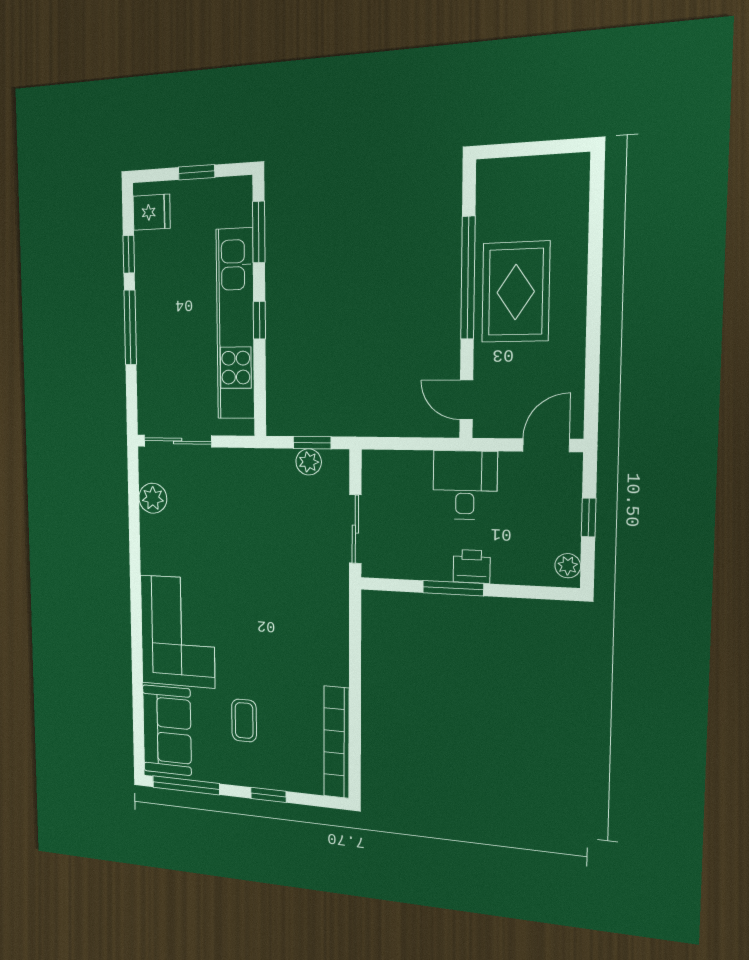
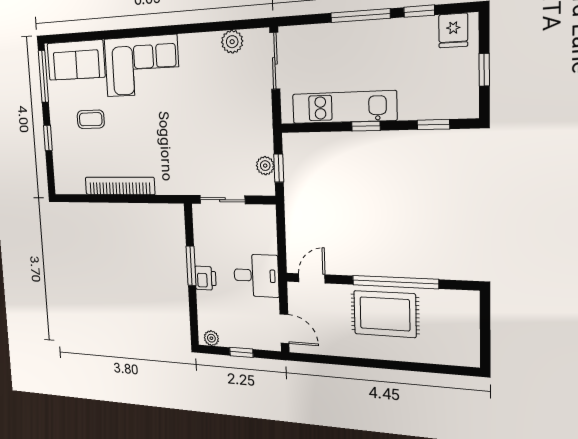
window: (259, 232) -> (433, 124), width x0.67
kitchen unit: (235, 324) -> (344, 107), width x0.73
bookcase: (337, 742) -> (120, 186), moved

